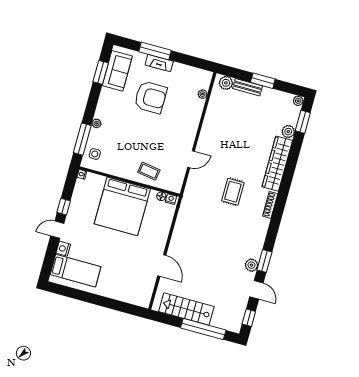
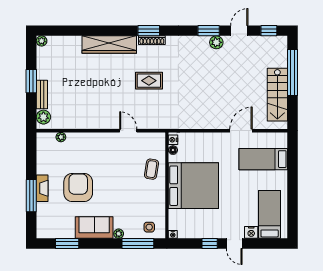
sofa: (117, 71) -> (94, 228), moved
window: (303, 122) -> (149, 31), moved
plant: (288, 132) -> (75, 42), removed
bed: (129, 279) -> (263, 159), added

